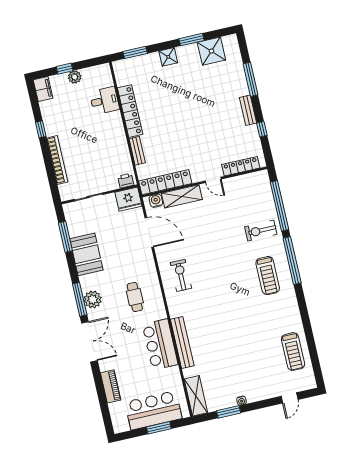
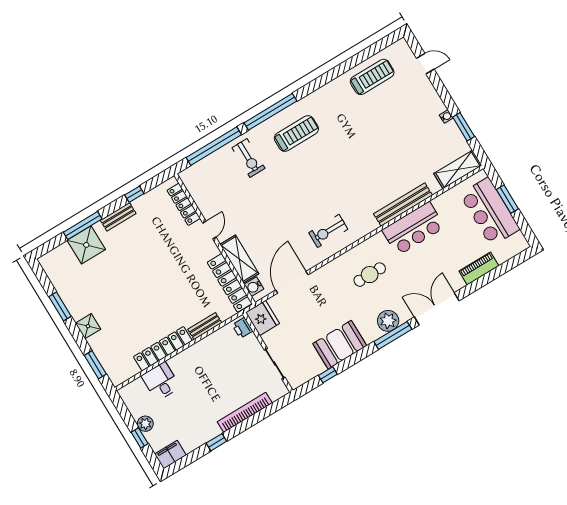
shower: (211, 51) -> (86, 245), moved
window: (65, 237) -> (328, 375), width x0.46

